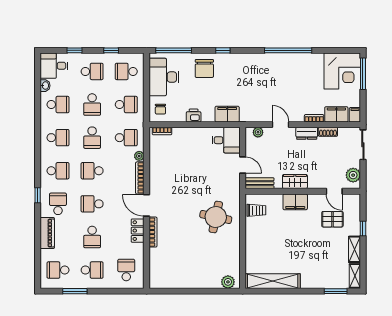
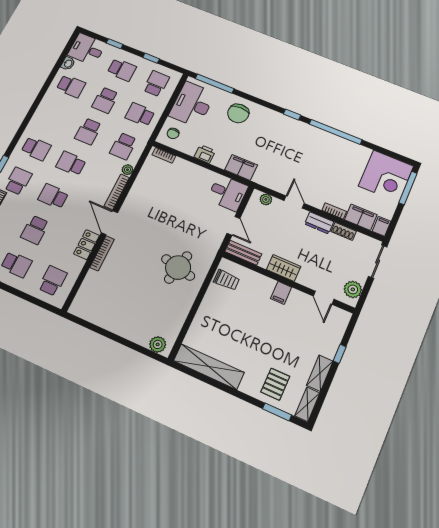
window: (223, 50) -> (292, 115), moved
school desk: (126, 71) -> (156, 84), turned 90
school desk: (126, 105) -> (140, 115), turned 180
school desk: (58, 138) -> (54, 117), removed
school desk: (126, 138) -> (123, 146), turned 90
filing cabinet: (295, 202) -> (281, 293), width x0.50
pallet: (332, 219) -> (275, 384), moved, turned 90

